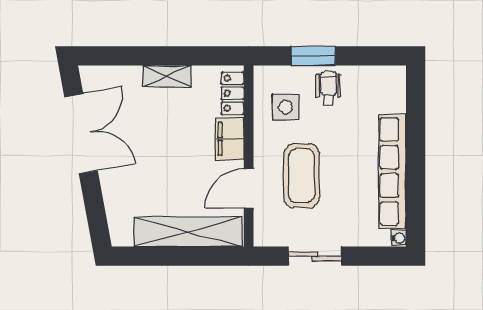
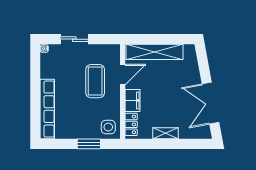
wheelchair: (329, 88) -> (81, 127), removed
side table: (285, 107) -> (108, 127), moved
row of seats: (392, 171) -> (47, 109), moved
sliding door: (315, 256) -> (74, 39), moved

